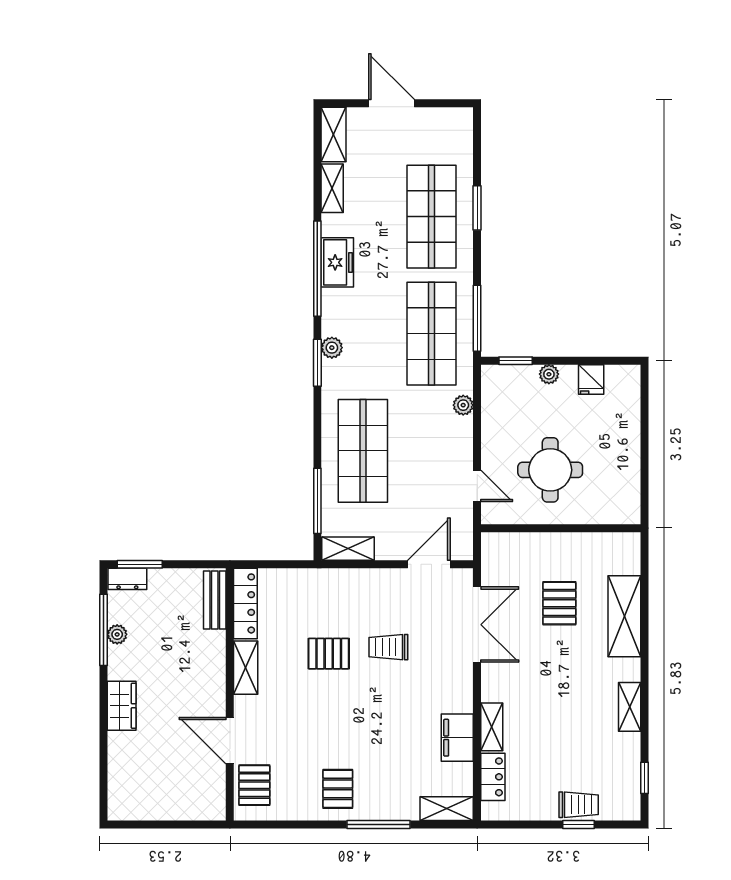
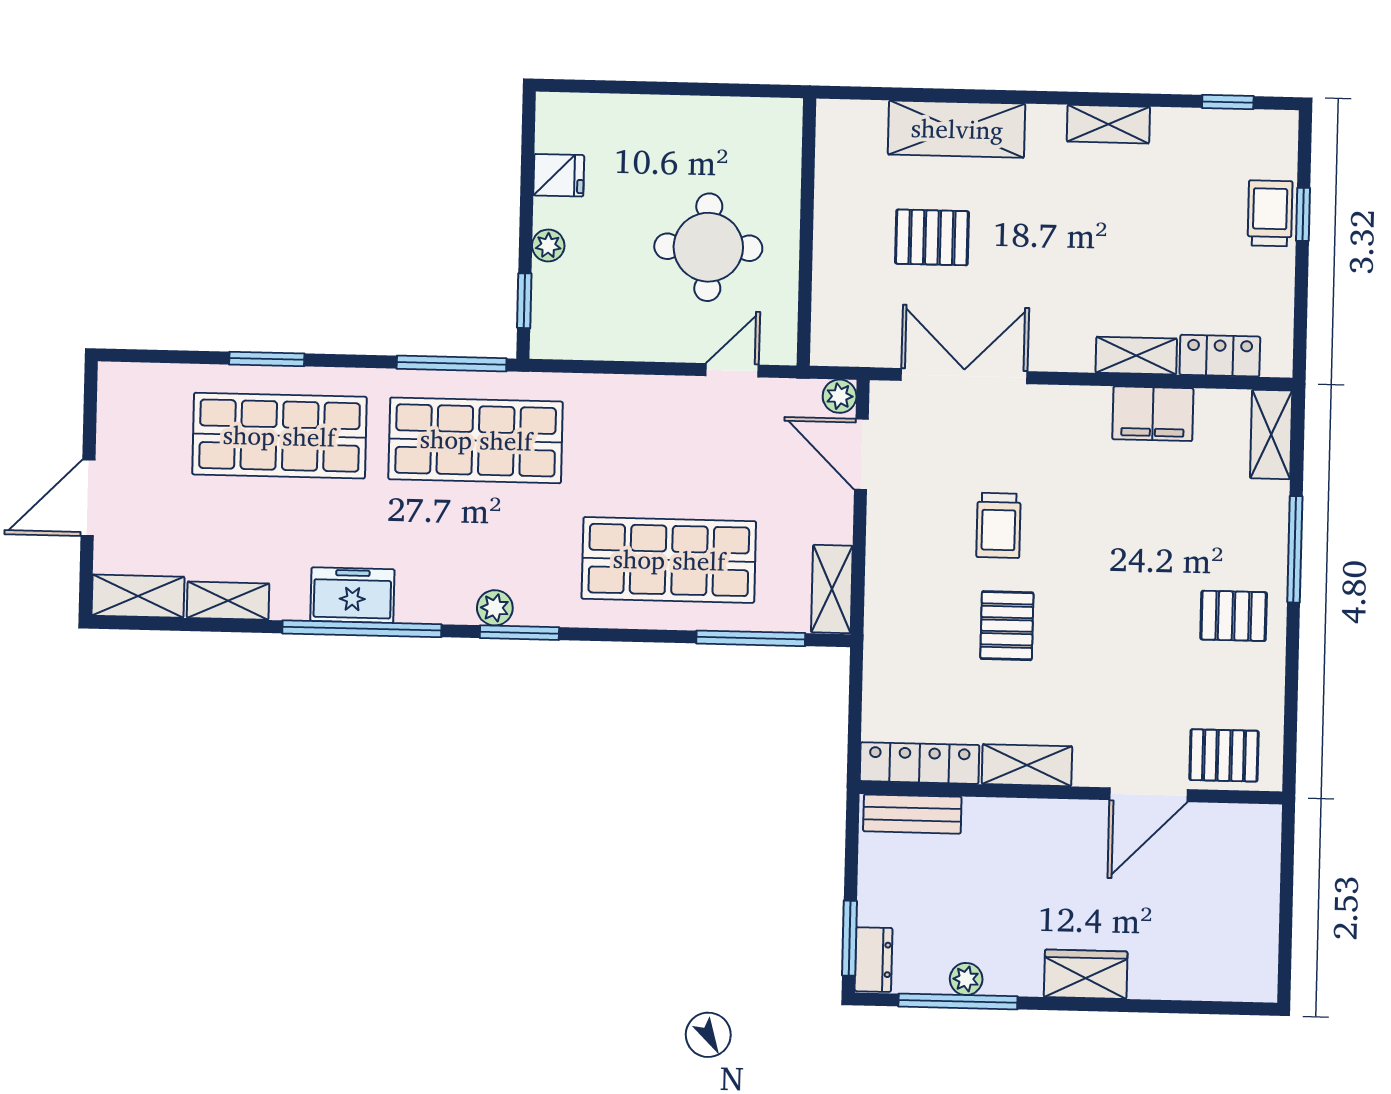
plant: (463, 405) -> (840, 396), moved

